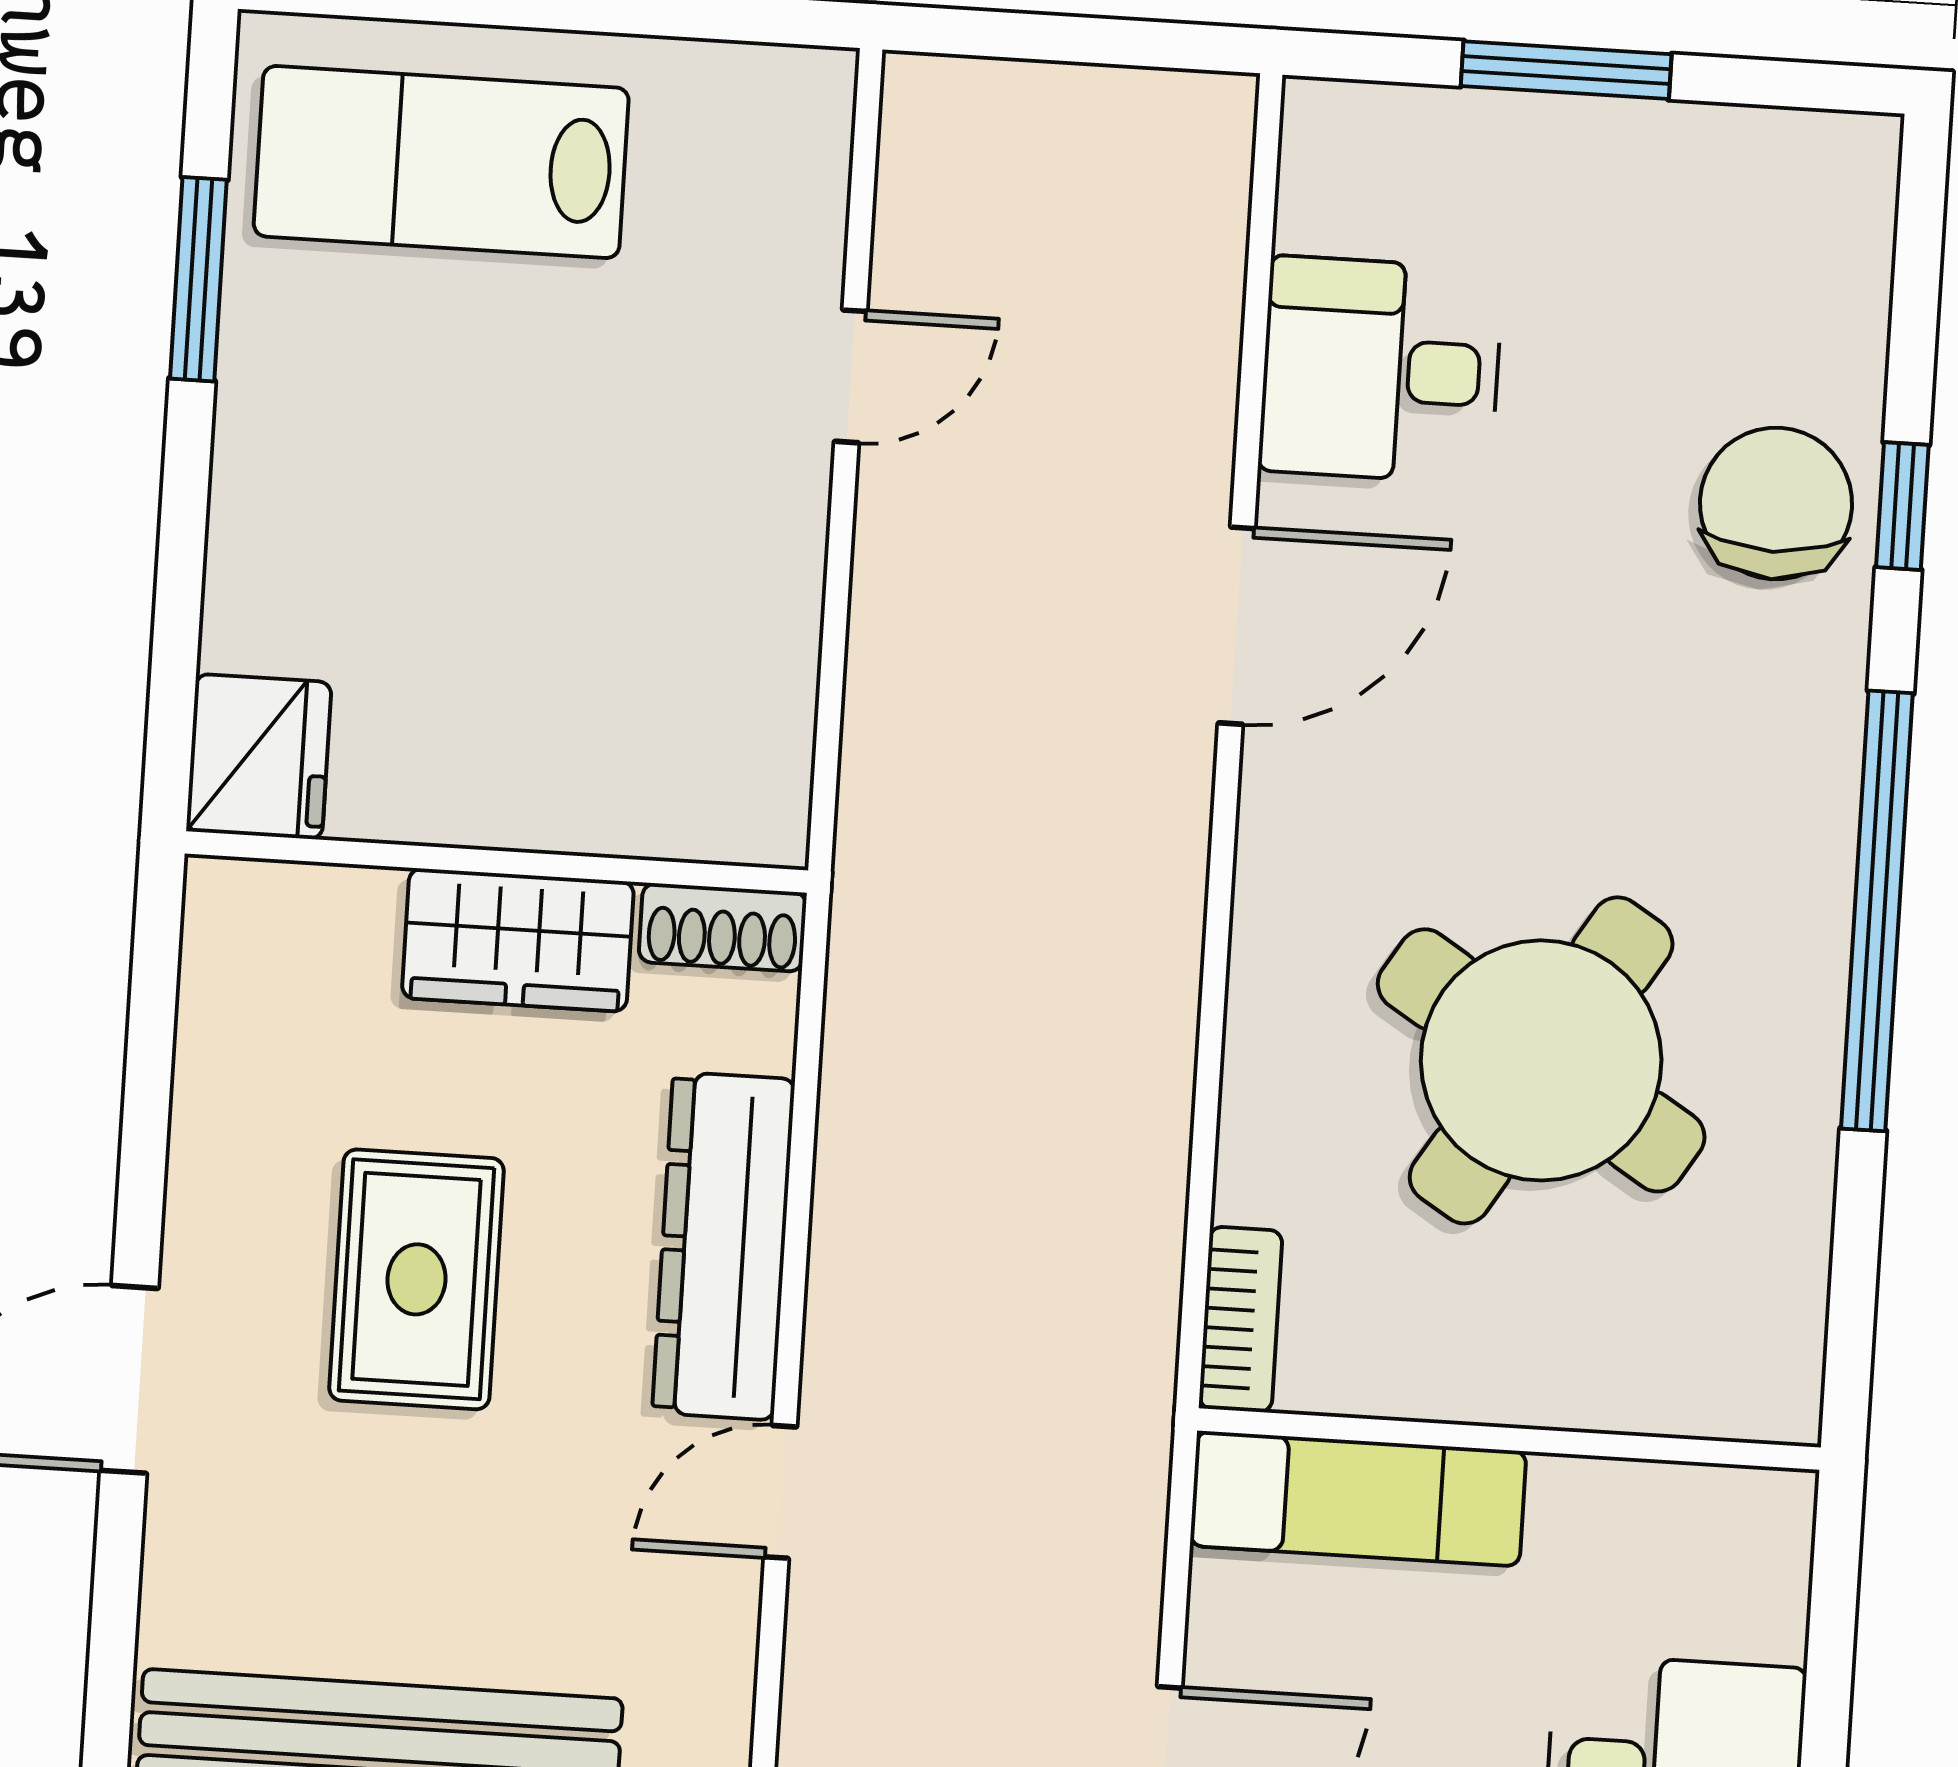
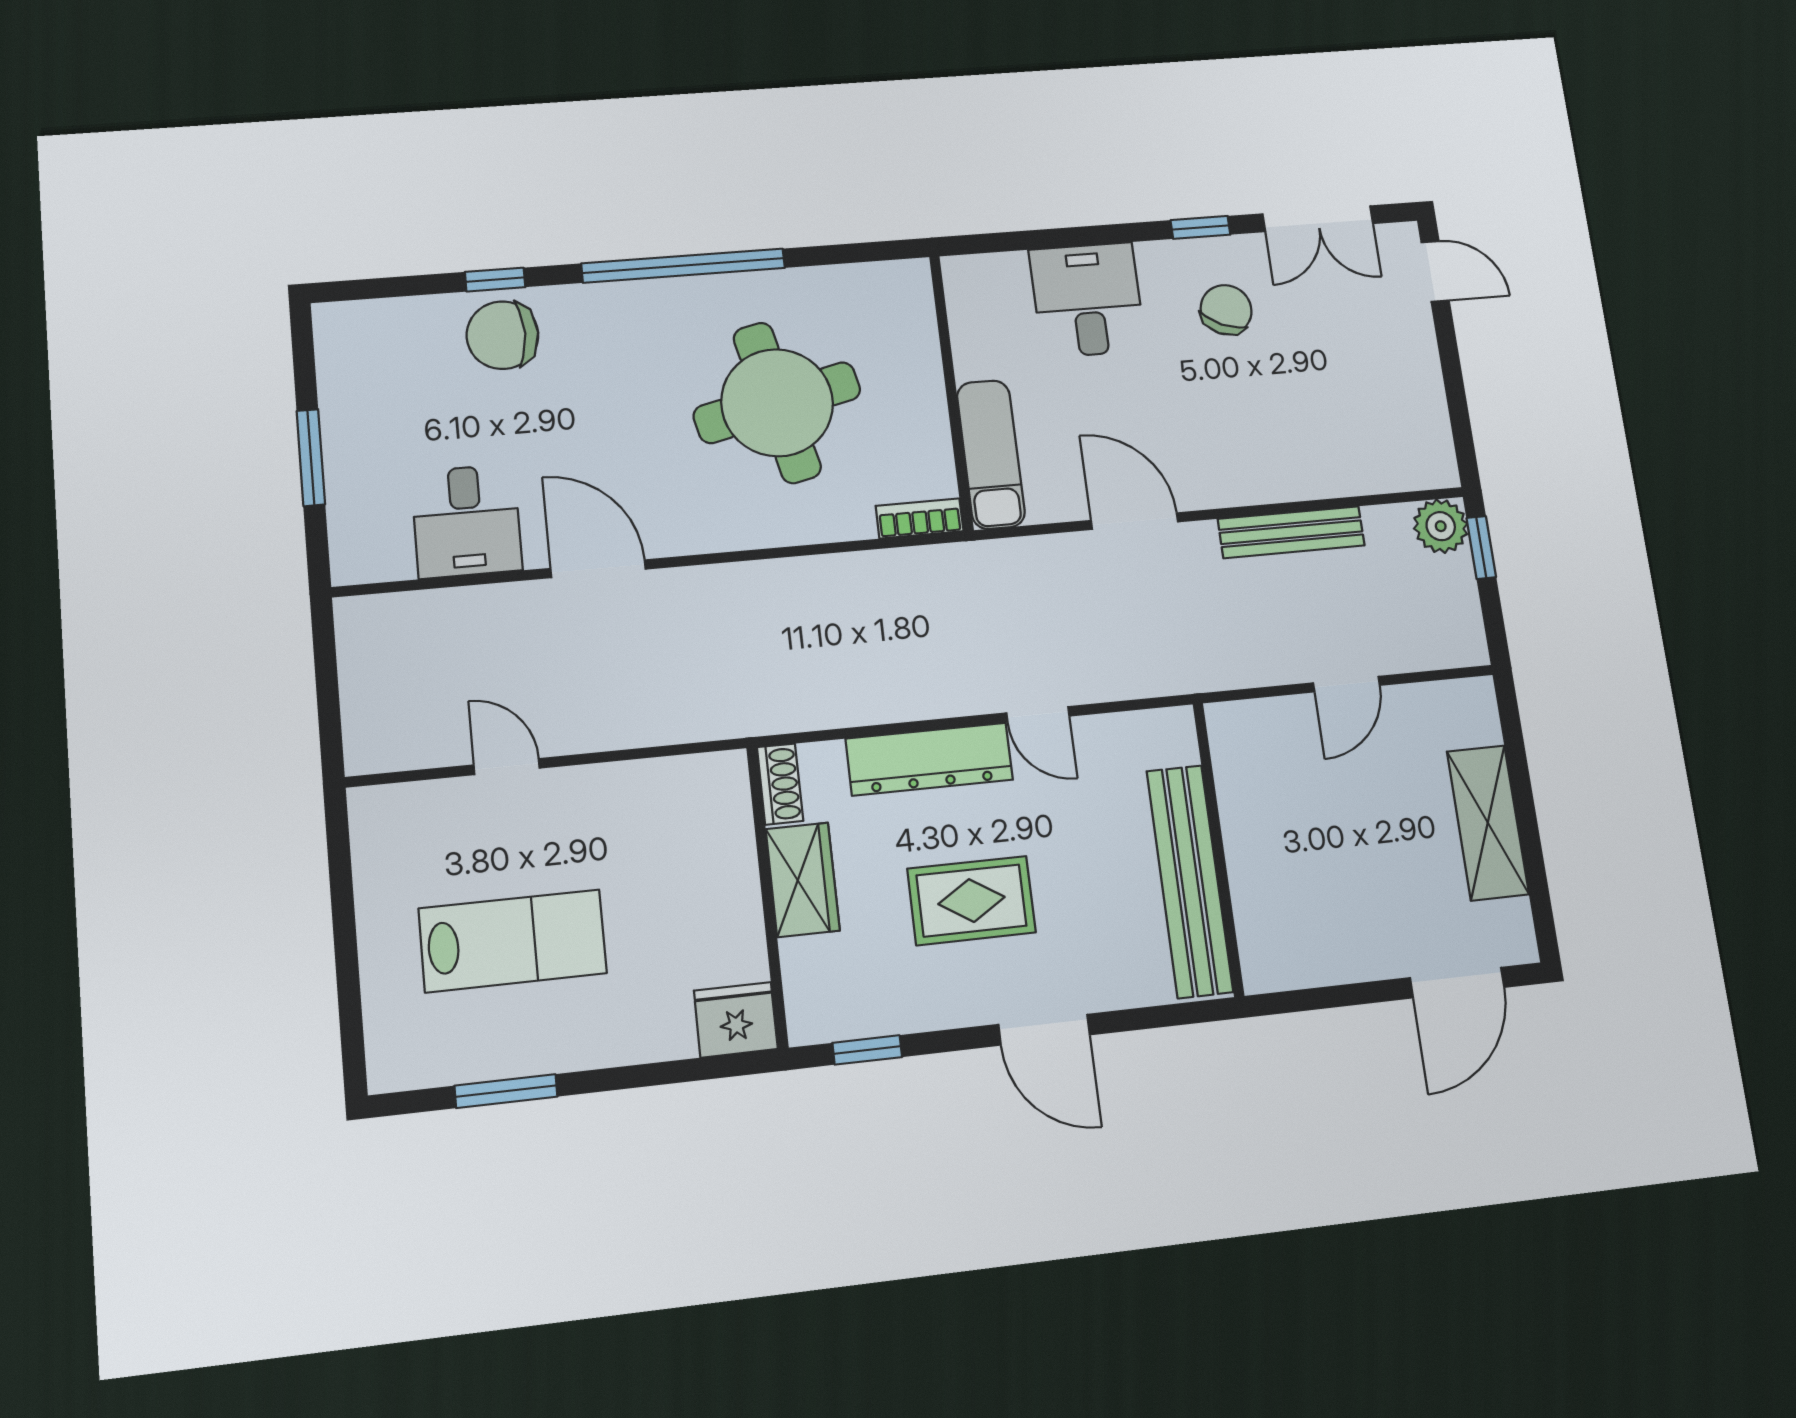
lab bench: (441, 162) -> (513, 941), moved, turned -90
window: (152, 1011) -> (867, 1050), added
round table: (1541, 1060) -> (777, 403), turned 45

